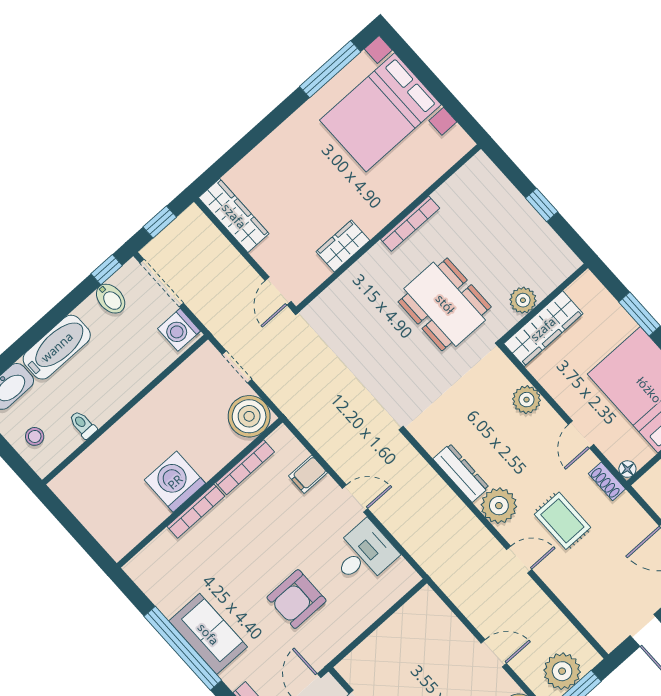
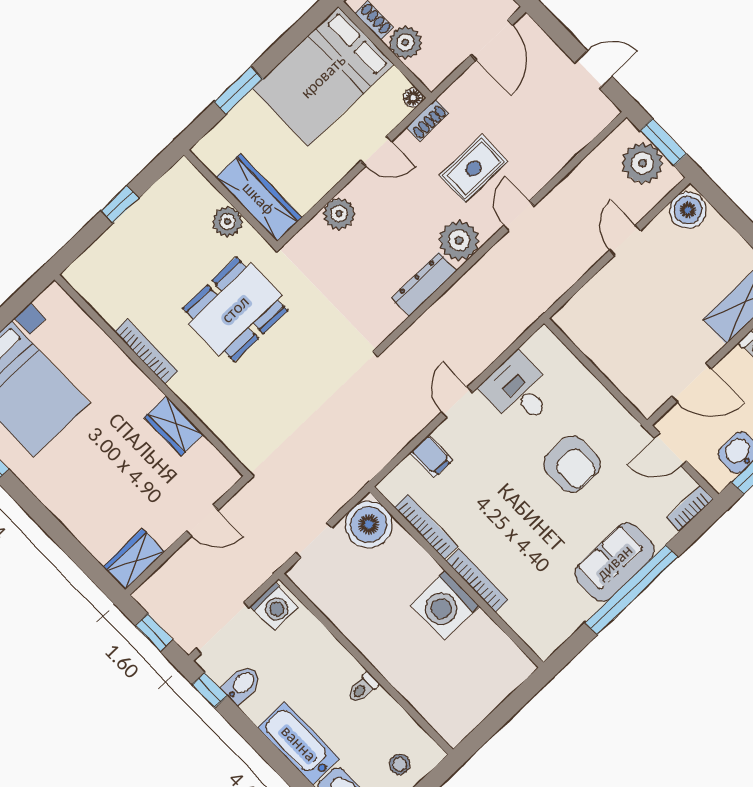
wardrobe: (234, 216) -> (134, 559), width x0.67
door: (278, 291) -> (202, 521), moved
toilet: (83, 425) -> (363, 688), moved

